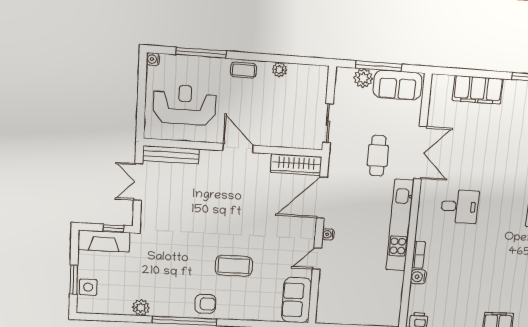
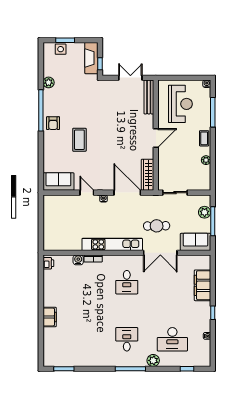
sofa: (398, 85) -> (195, 242), moved, turned 90

